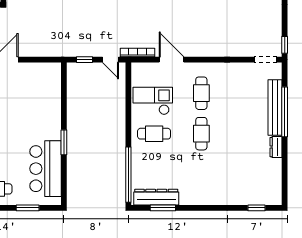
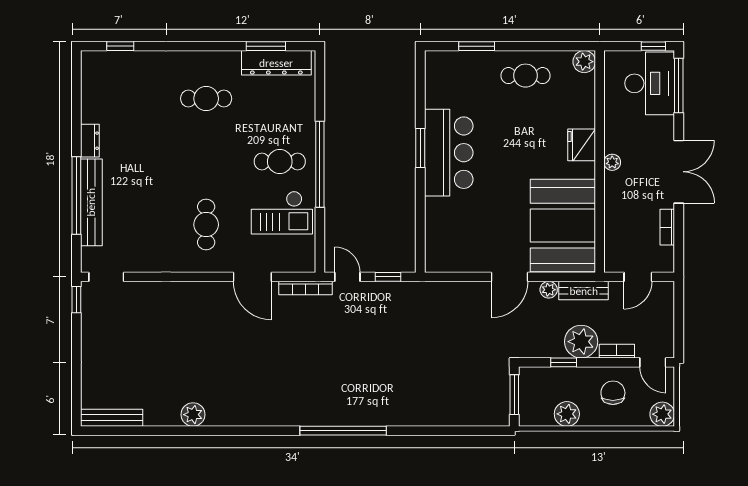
cafe table: (201, 134) -> (206, 99), moved, turned 90
bar counter: (45, 169) -> (449, 153), moved
window: (128, 175) -> (320, 164), moved

